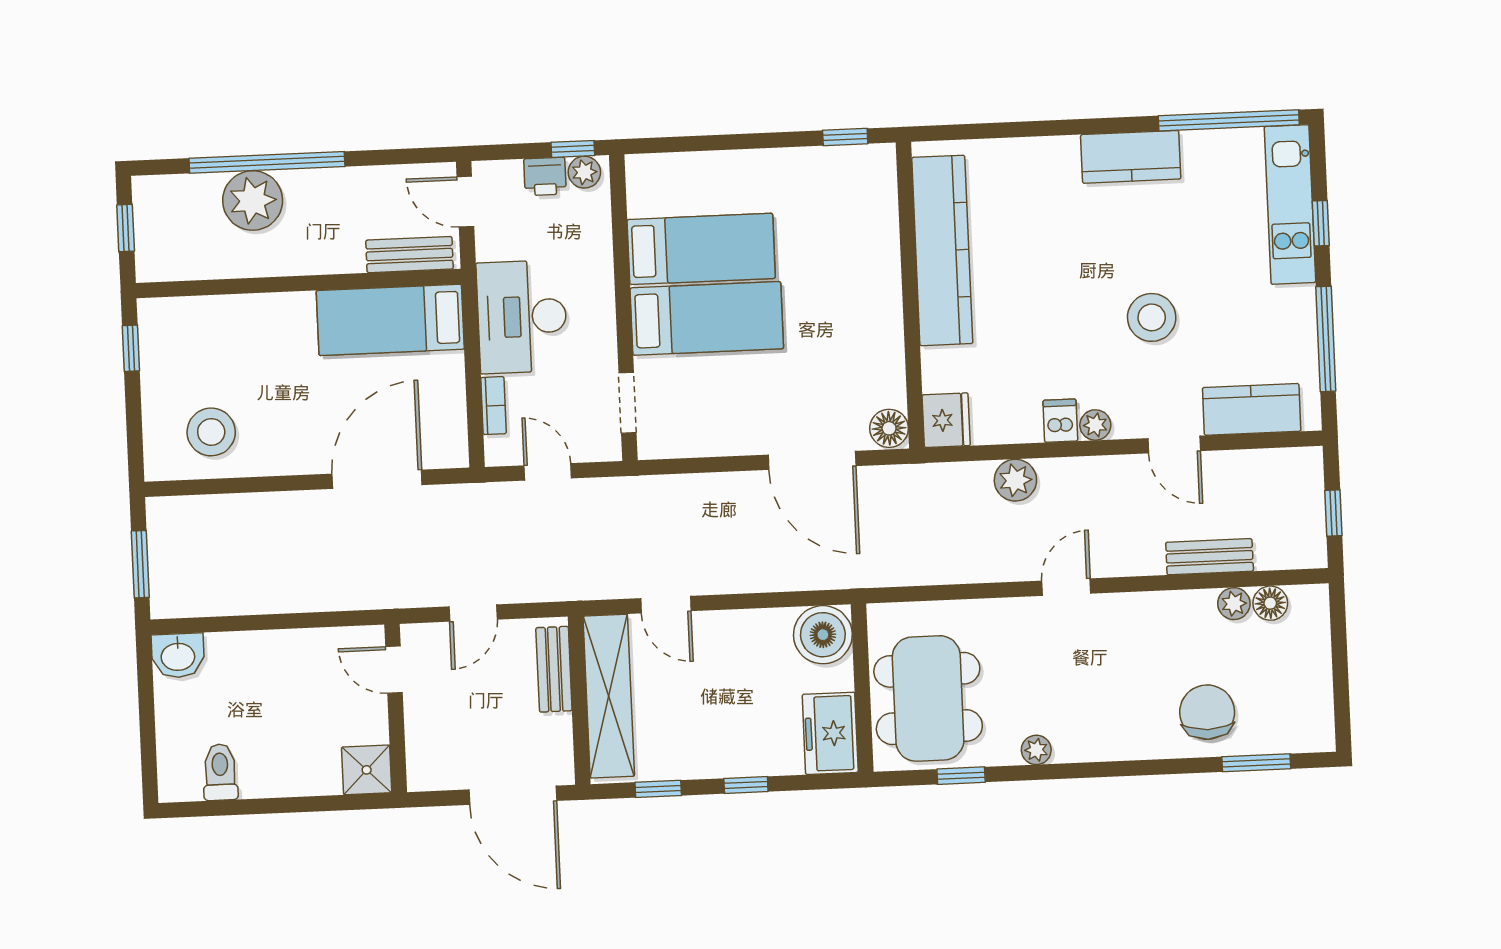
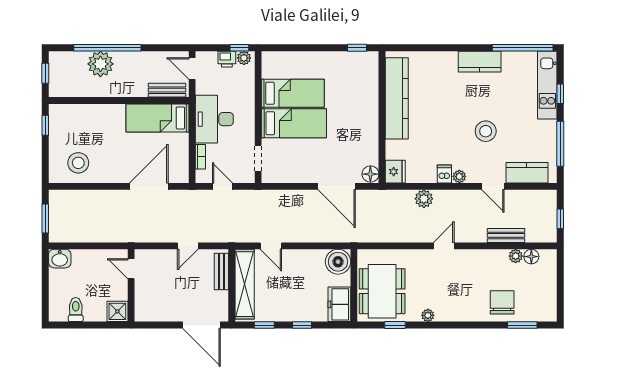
door: (394, 670) -> (131, 269), moved
wall: (396, 708) -> (131, 285), moved
shower: (367, 770) -> (117, 311), moved

